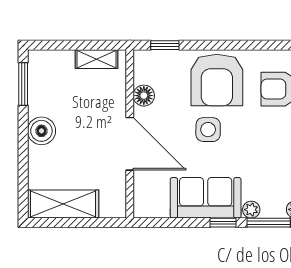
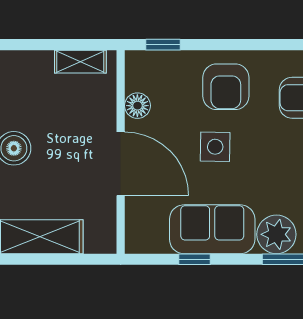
armchair: (217, 80) -> (226, 87), width x0.73, depth x0.73
plant: (251, 210) -> (276, 234), width x1.88, depth x1.88
window: (223, 223) -> (194, 259), moved

